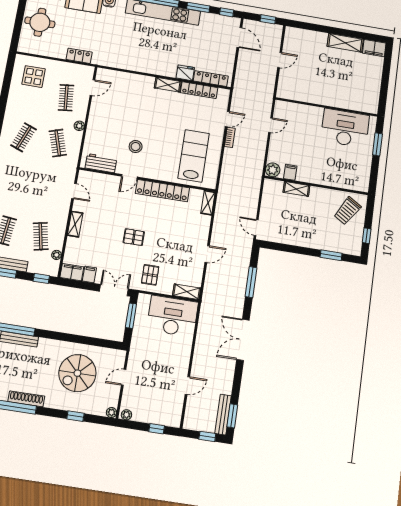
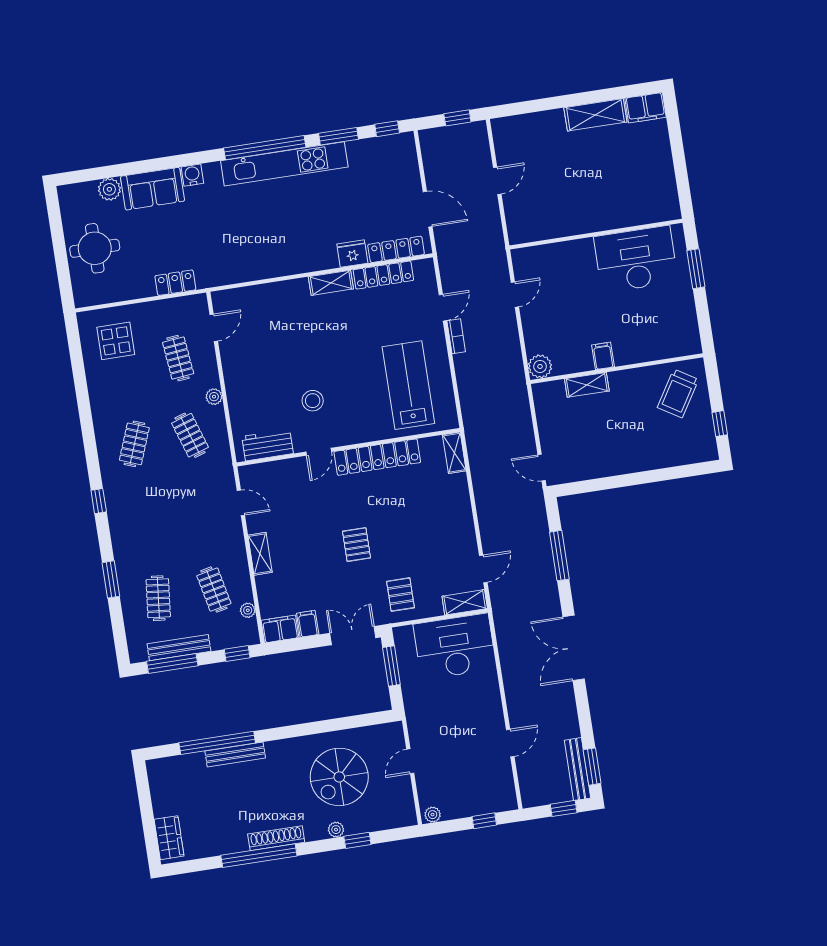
door: (239, 38) -> (428, 209), moved
filing cabinet: (290, 172) -> (603, 356), moved
pallet: (134, 237) -> (356, 545), turned 90
door: (207, 254) -> (483, 569), moved
window: (331, 255) -> (672, 473), removed
plant: (112, 412) -> (336, 830), moved

